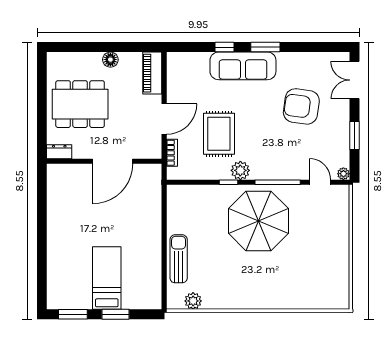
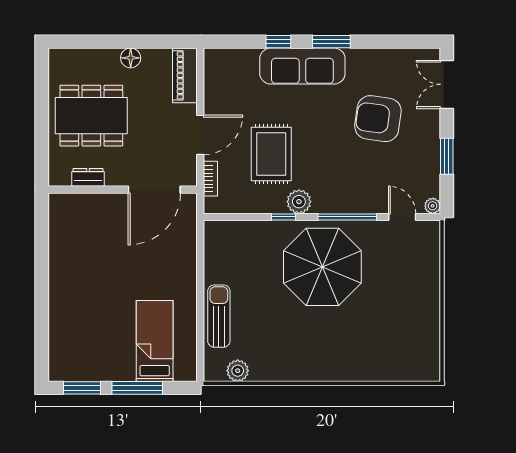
dresser: (59, 152) -> (88, 177), moved
door: (113, 161) -> (154, 190), moved
bed: (107, 278) -> (155, 341), moved
window: (116, 314) -> (137, 388), width x1.44

